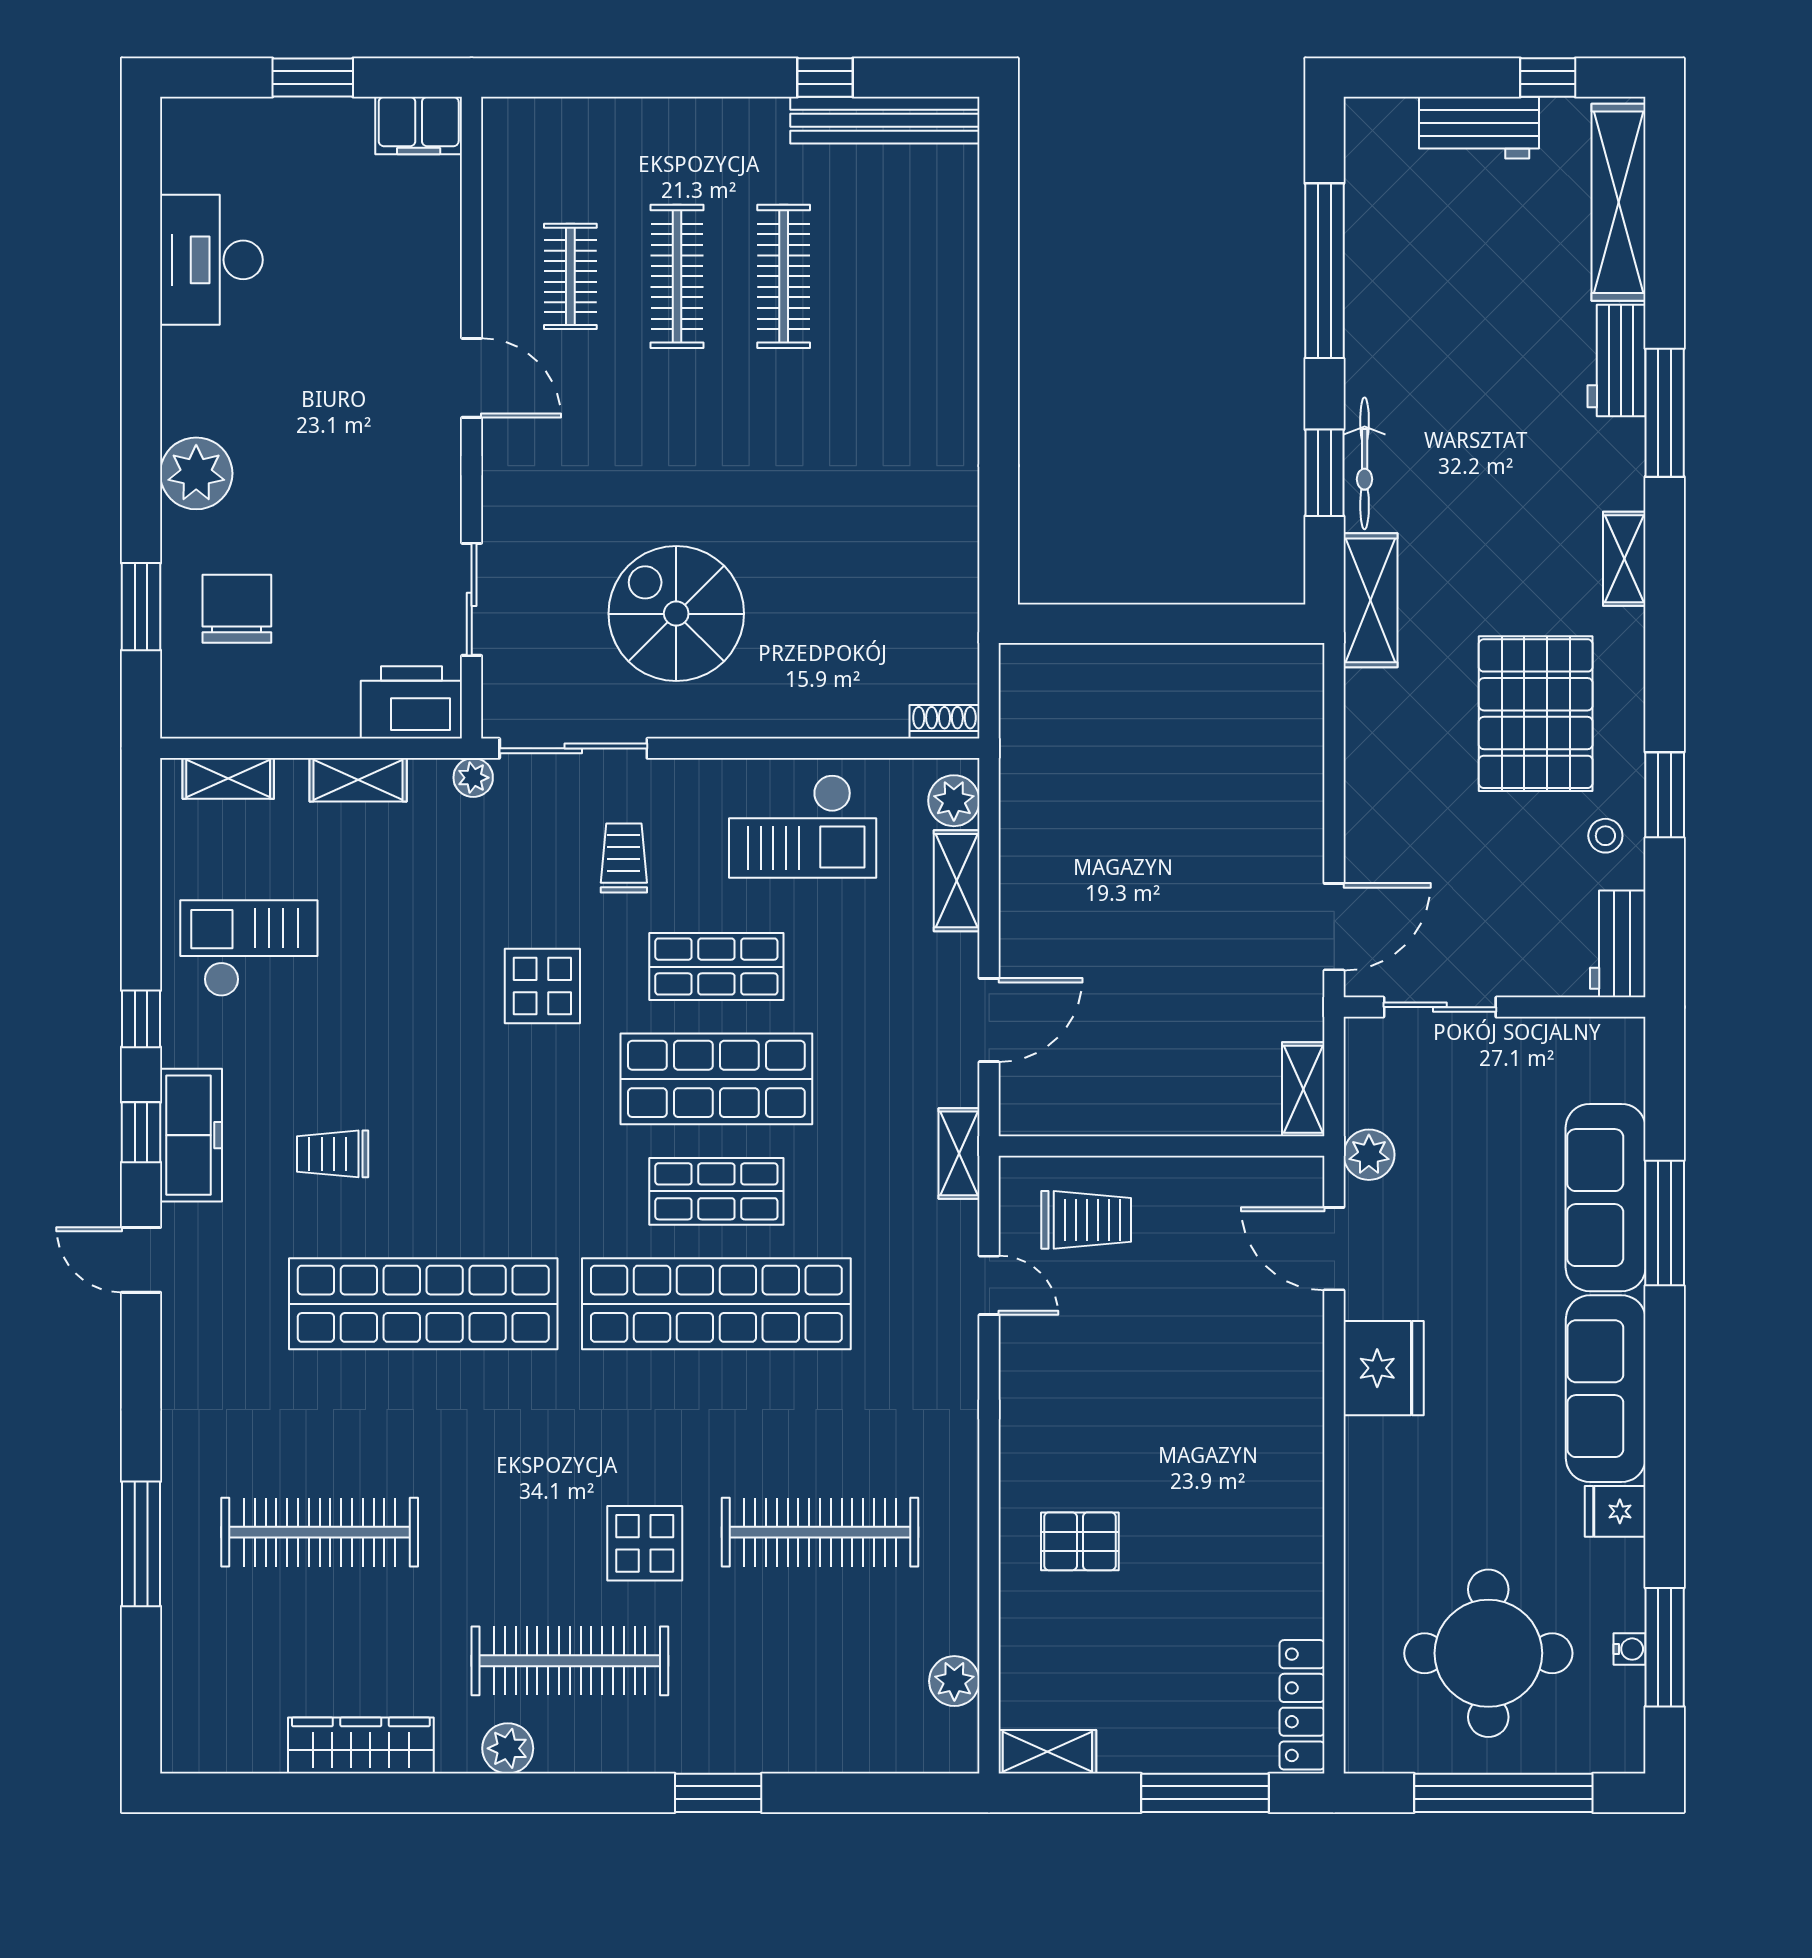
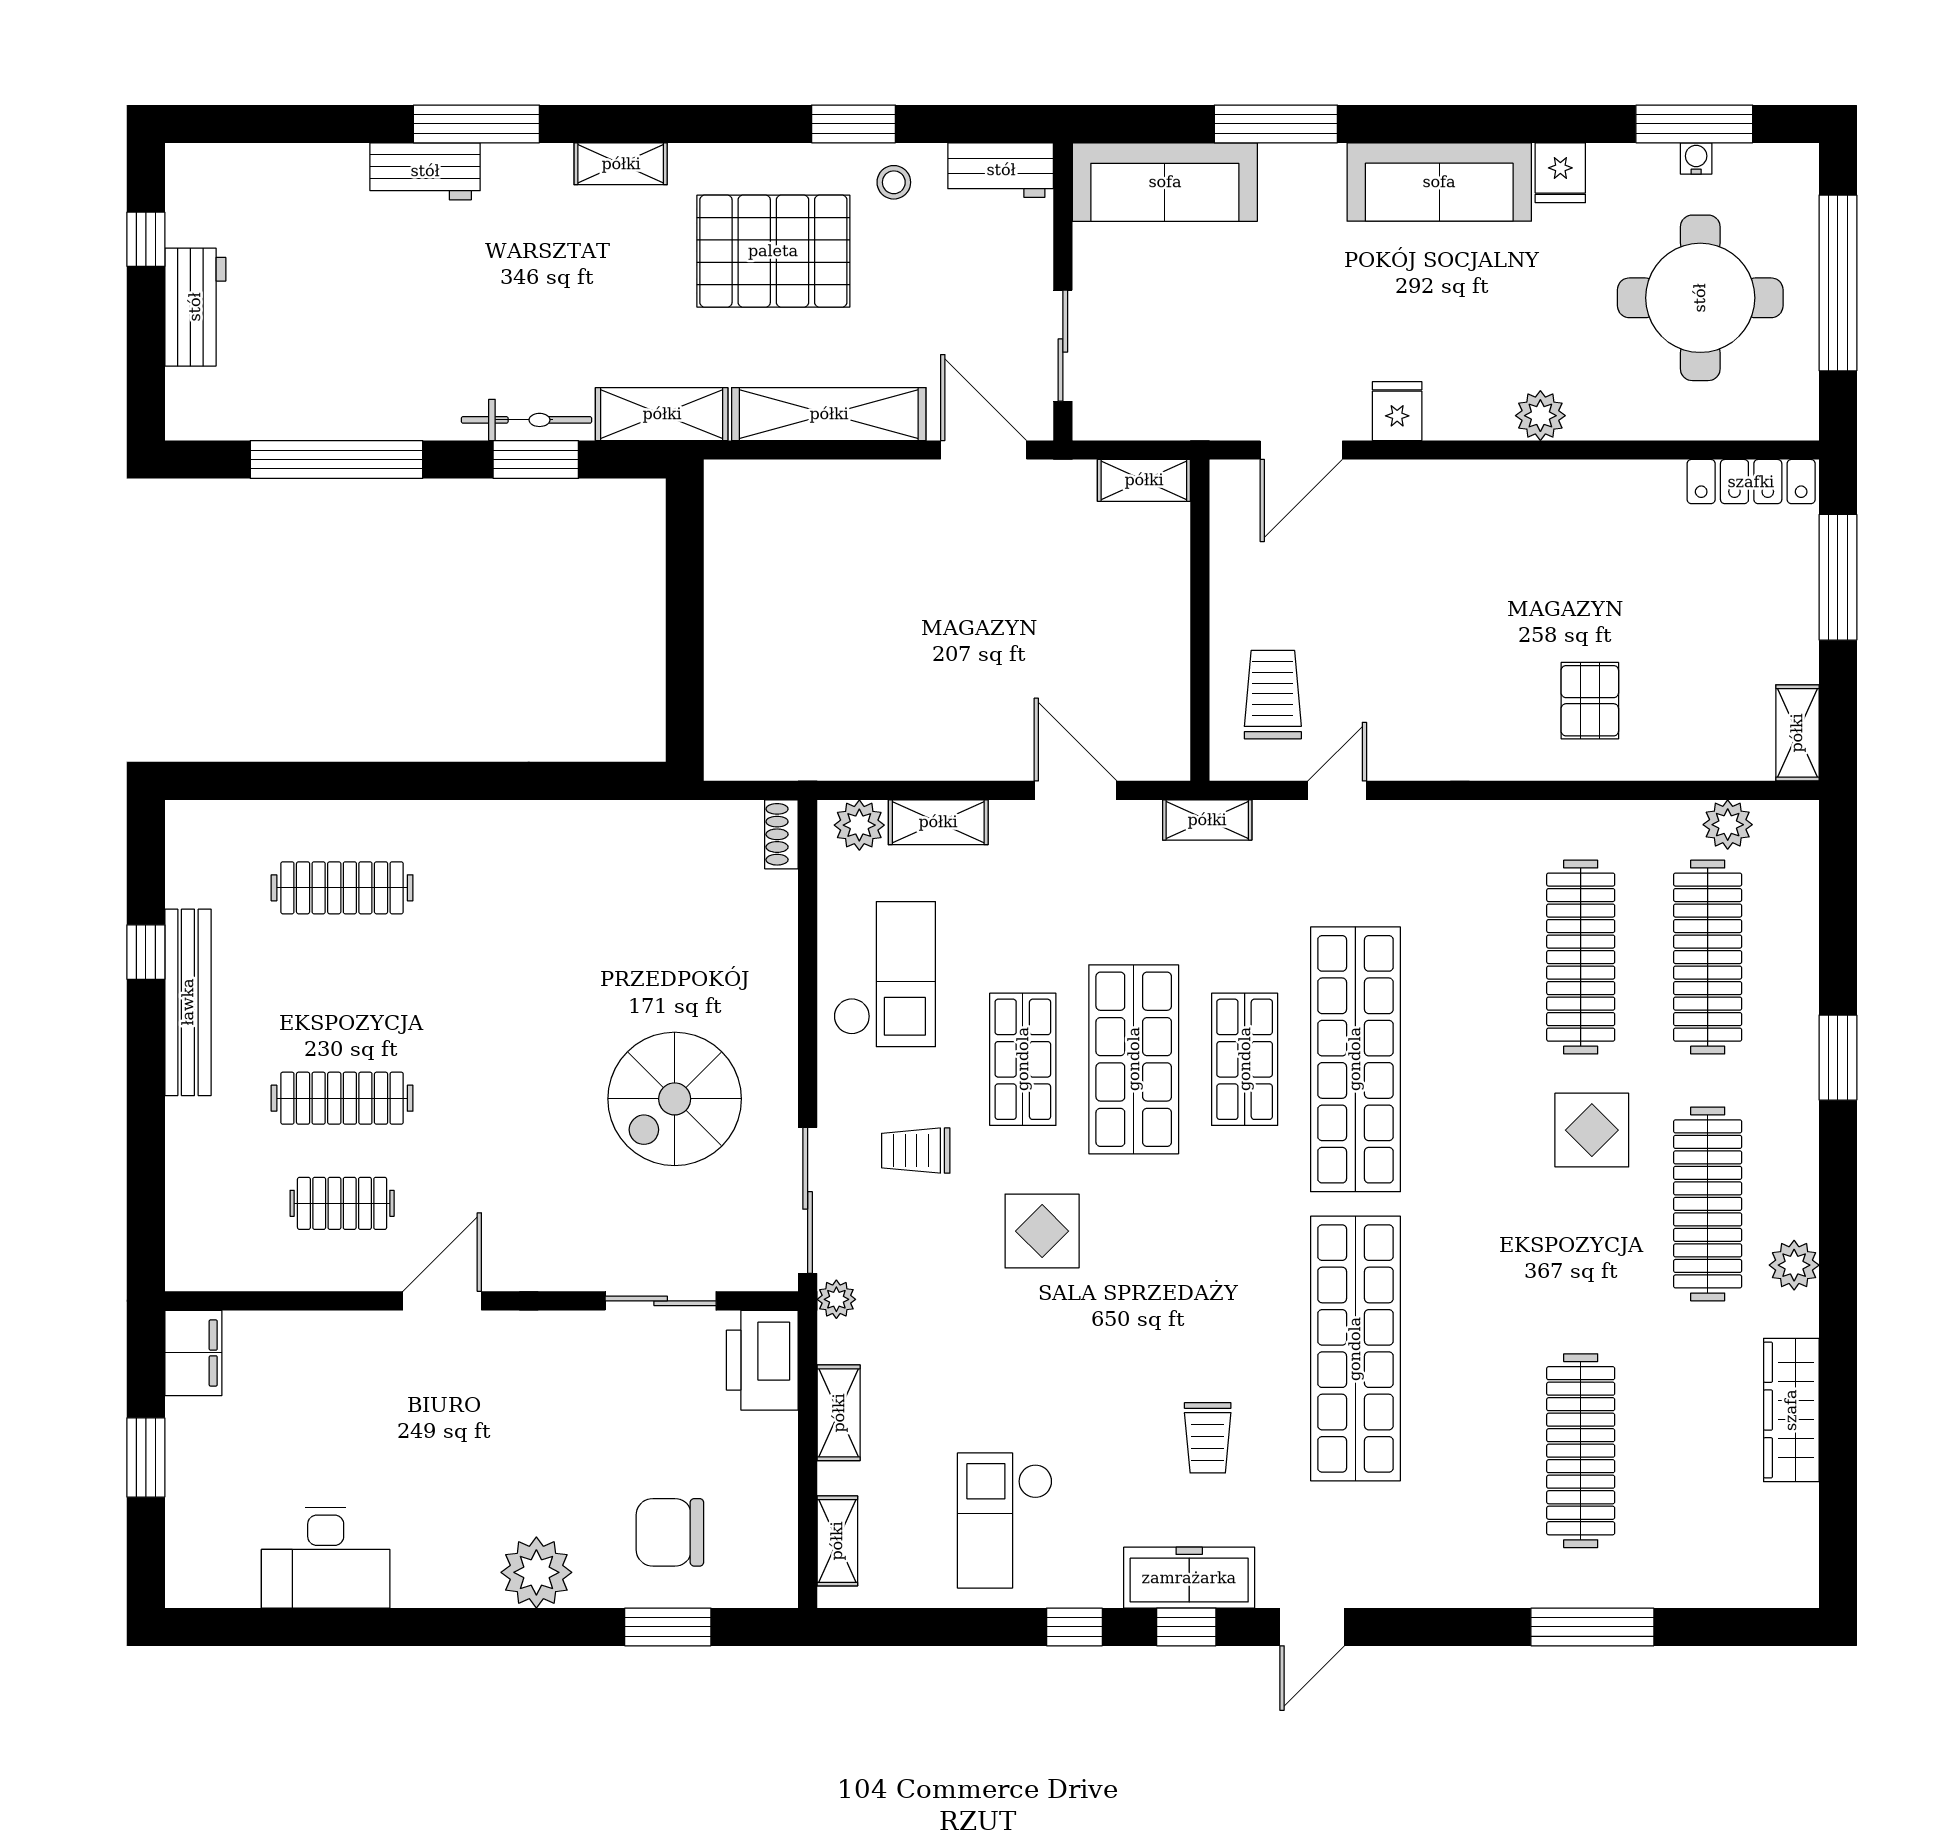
bench: (885, 120) -> (188, 1002), moved
shelving: (1619, 202) -> (829, 414), moved
clothes rail: (784, 276) -> (342, 888), moved
plant: (1369, 1155) -> (1540, 416), moved
sofa: (1606, 1198) -> (1165, 182), moved
fridge: (1384, 1368) -> (1397, 411), width x0.53, depth x0.75
clothes rail: (820, 1661) -> (1708, 957), added

